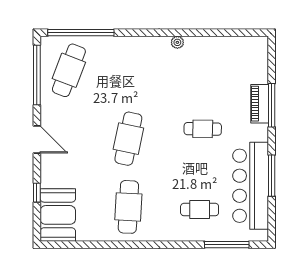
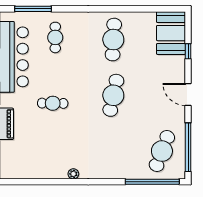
cafe table: (200, 210) -> (55, 37), turned 90

